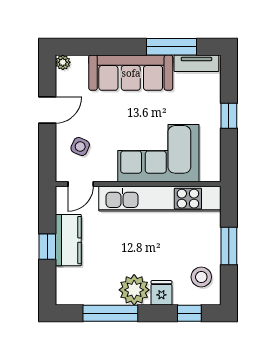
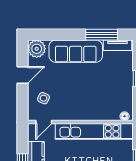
plant: (63, 62) -> (37, 49), width x1.88, depth x1.88
corner sofa: (158, 153) -> (93, 102), removed
floor lamp: (207, 175) -> (125, 116), added

